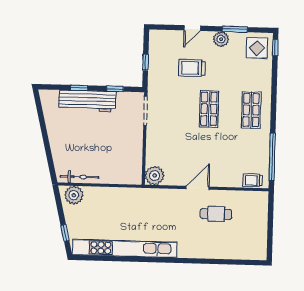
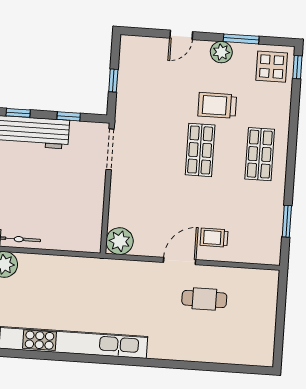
trolley: (192, 68) -> (217, 105), moved
window: (272, 157) -> (287, 221), width x0.47
trolley: (252, 180) -> (214, 238), moved

